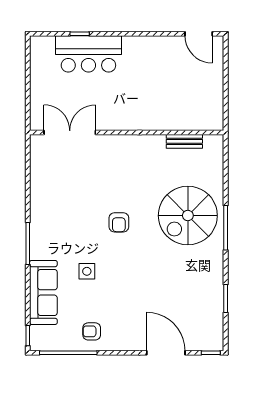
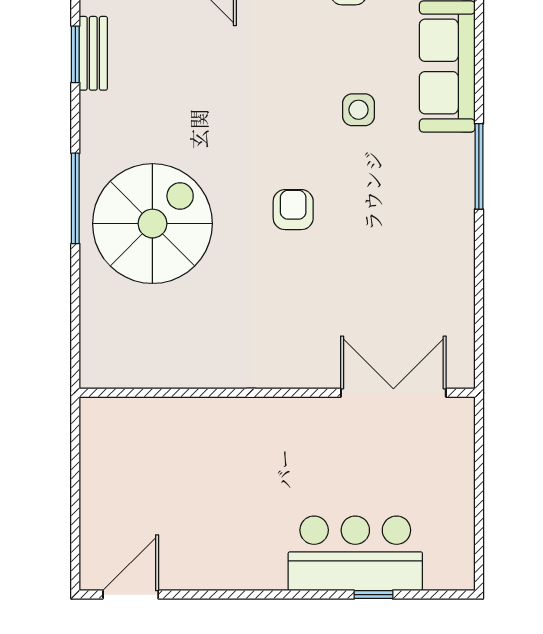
door: (199, 34) -> (131, 595), hinge flipped
double door: (70, 133) -> (393, 393), swing flipped
bench: (184, 141) -> (93, 53), moved, turned 90

